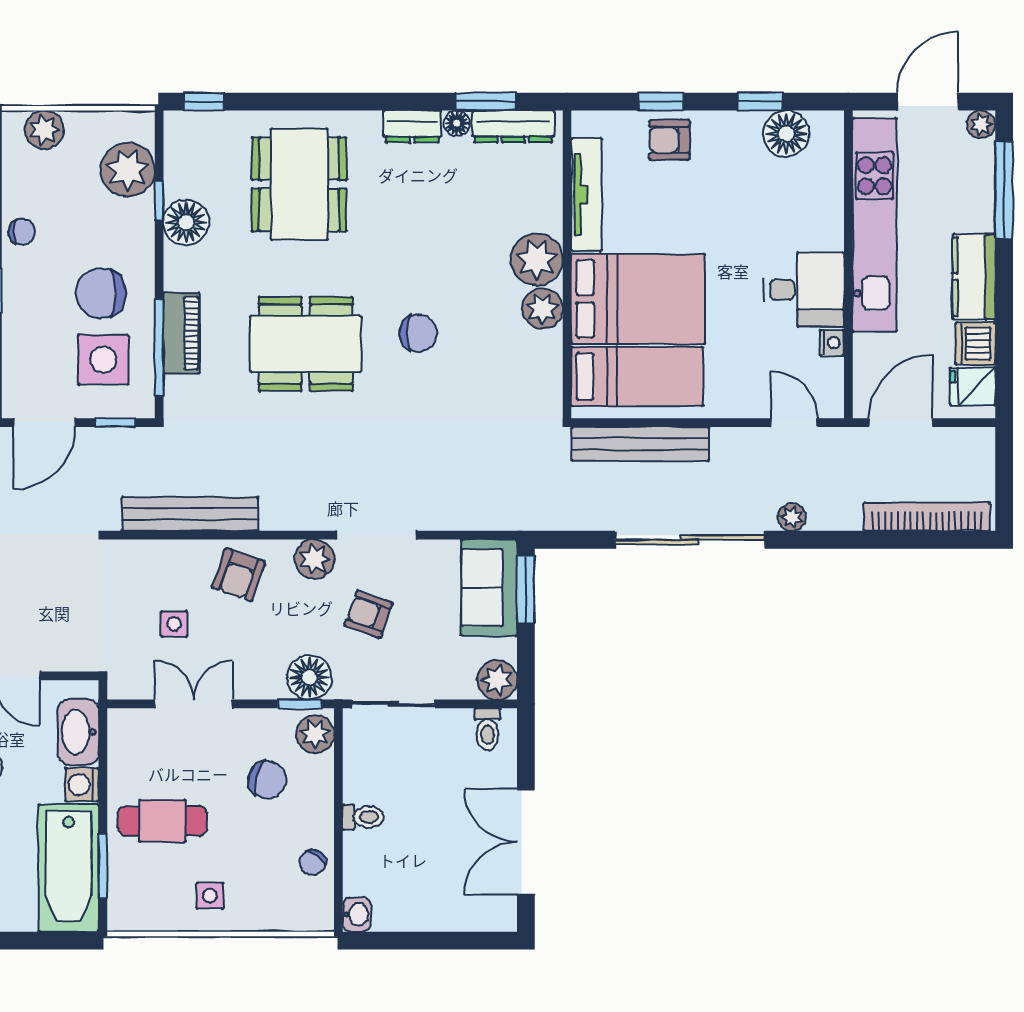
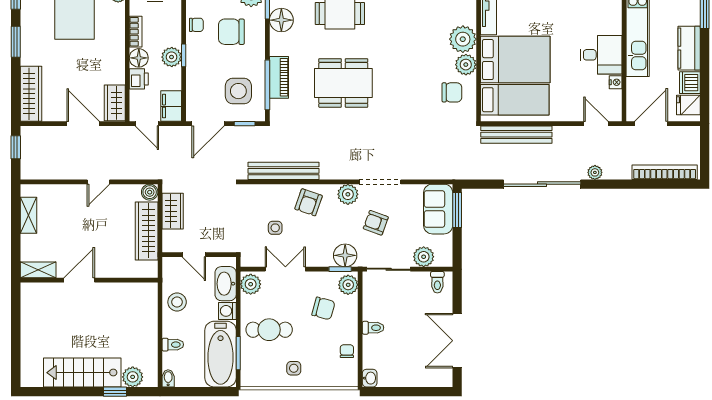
chair: (101, 293) -> (231, 32), moved
chair: (418, 333) -> (452, 92), moved
plant: (497, 680) -> (424, 257), moved
plant: (127, 733) -> (251, 284), added
chair: (313, 862) -> (347, 351), turned 144

